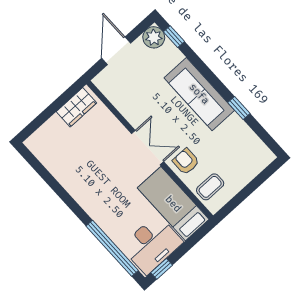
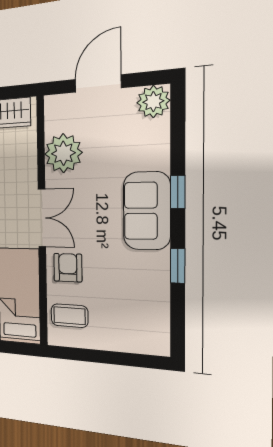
window: (174, 37) -> (178, 192), moved
sofa: (199, 94) -> (147, 211), width x0.73
plant: (129, 102) -> (63, 153), added

